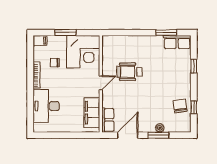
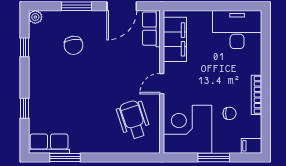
wheelchair: (130, 72) -> (133, 120), moved, turned -108
desk: (46, 106) -> (237, 30), moved, turned -90
chair: (180, 106) -> (73, 45), moved
plant: (160, 128) -> (35, 17), moved

